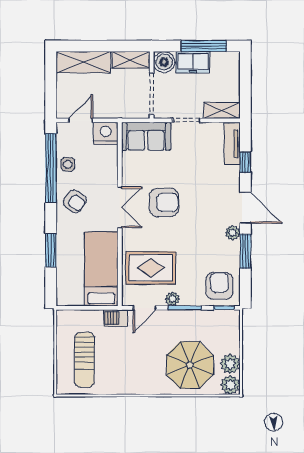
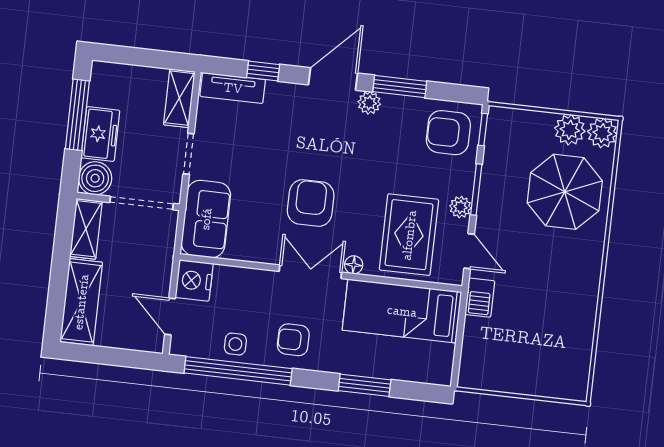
armchair: (75, 201) -> (293, 340), turned -127
floor lamp: (127, 235) -> (354, 265), added
sun lounger: (84, 360) -> (538, 353), removed

